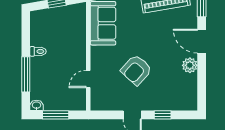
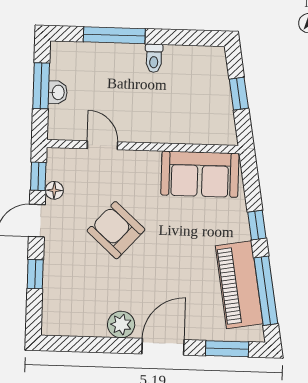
washbasin: (37, 105) -> (58, 92), moved
floor lamp: (115, 106) -> (54, 190), added
window: (107, 115) -> (38, 176), added

